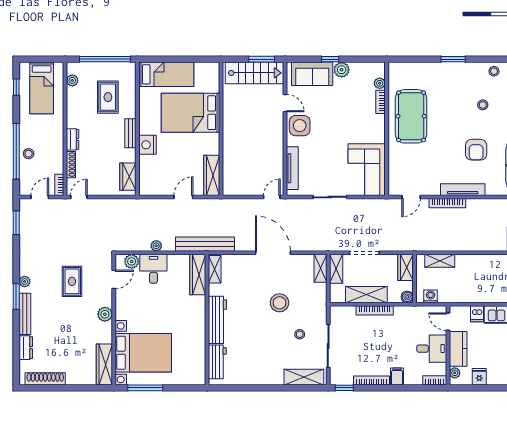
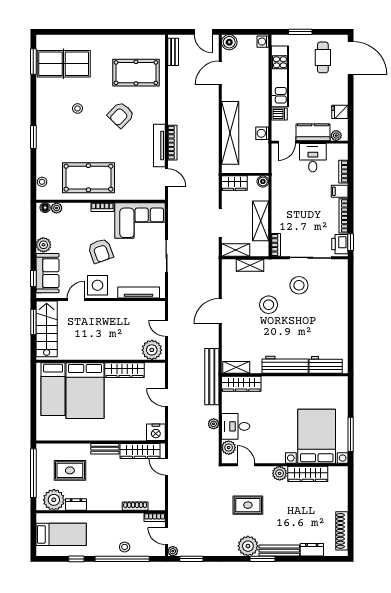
window: (330, 59) -> (33, 279), moved
floor lamp: (380, 71) -> (45, 208), added
stool: (494, 71) -> (42, 182), moved
bed: (166, 74) -> (53, 389), moved, turned 180
plant: (72, 80) -> (54, 500), width x1.87, depth x1.87
window: (16, 87) -> (76, 559), moved
bookcase: (381, 102) -> (102, 207), moved
armchair: (335, 129) -> (101, 251), added
dresser: (72, 139) -> (76, 505), moved
nightstand: (147, 145) -> (156, 432), moved
armchair: (476, 150) -> (121, 115), turned 134
wardrobe: (212, 175) -> (125, 370), moved
wardrobe: (128, 177) -> (140, 451), width x1.50
plant: (233, 182) -> (152, 350), added
tv unit: (463, 190) -> (159, 146), moved
door: (79, 197) -> (166, 467), moved
door: (272, 197) -> (166, 328), moved
plant: (24, 204) -> (173, 551), added
door: (273, 253) -> (220, 311), width x0.73
shelving: (440, 261) -> (230, 133), width x2.20, depth x1.33
shelving: (320, 268) -> (250, 265), moved
plant: (25, 281) -> (248, 546), width x1.88, depth x1.88
washing machine: (431, 296) -> (262, 133), moved
bookcase: (375, 310) -> (276, 245), moved, width x0.64
stool: (300, 334) -> (299, 285), width x1.89, depth x1.89
wardrobe: (104, 364) -> (308, 474), moved
shelving: (304, 377) -> (340, 281), removed
printer: (342, 377) -> (340, 244), added
bookcase: (435, 380) -> (343, 172), moved

